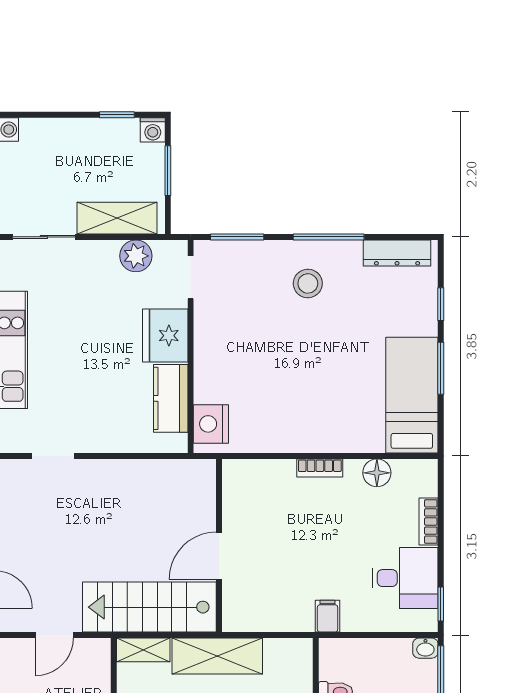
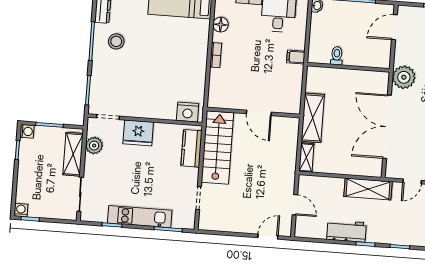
stool: (308, 283) -> (116, 41), moved
kitchen counter: (171, 398) -> (191, 148), moved, turned 90
stairs: (149, 607) -> (217, 147), moved, turned 180

